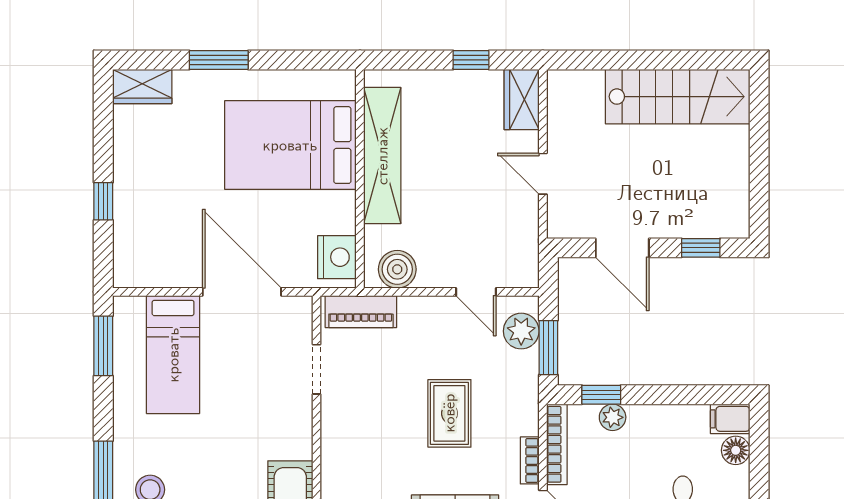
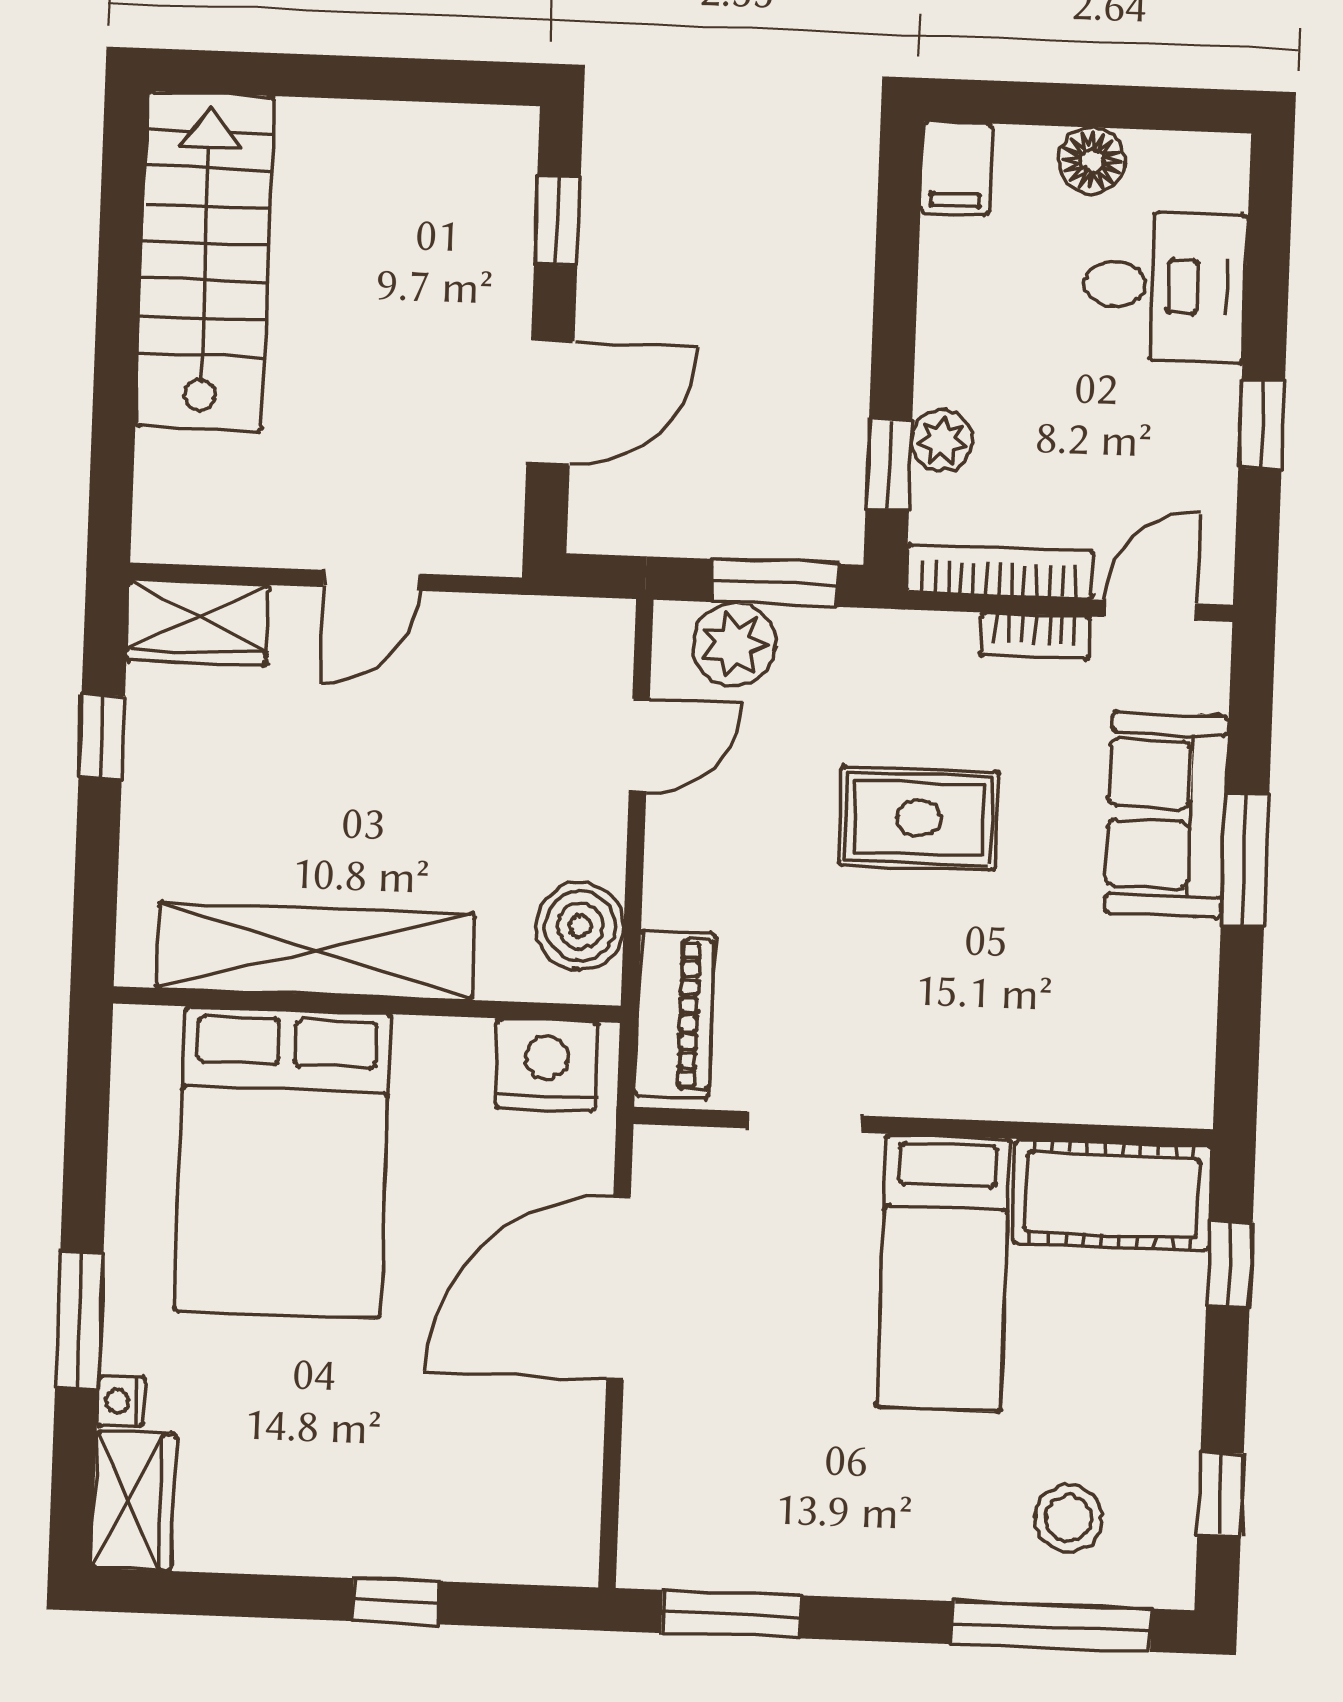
nightstand: (185, 79) -> (121, 1401), added
bed: (173, 355) -> (944, 1273), moved, turned 90
floor lamp: (736, 450) -> (1092, 161), moved

